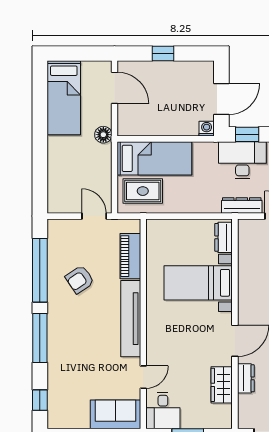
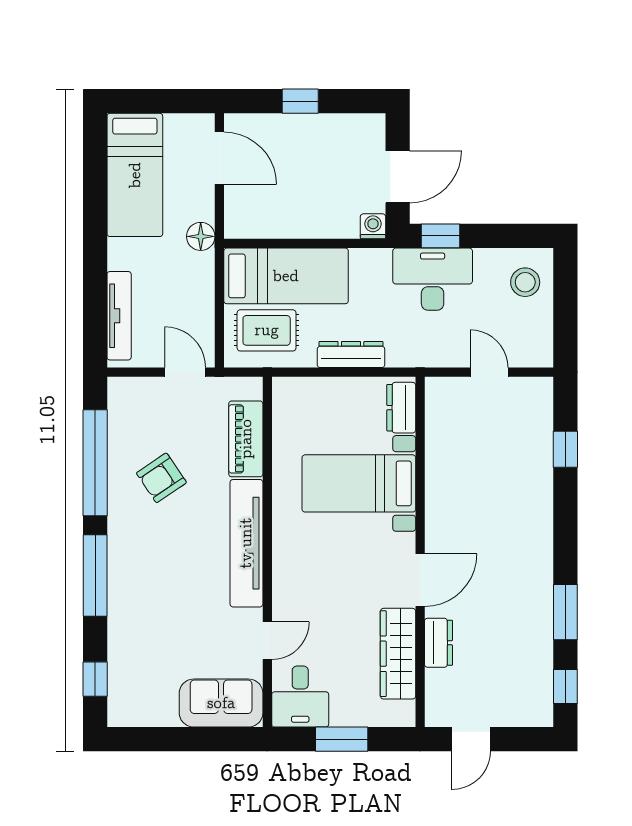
tv unit: (54, 182) -> (119, 316), added
dresser: (242, 206) -> (351, 355), moved
wardrobe: (222, 385) -> (398, 654), width x1.50

